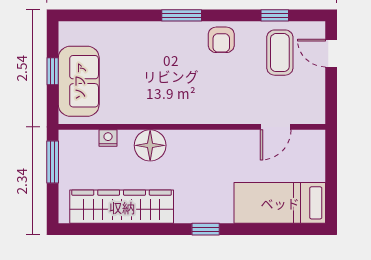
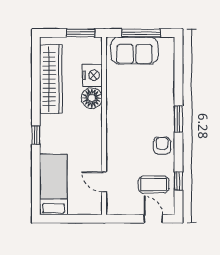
armchair: (221, 40) -> (162, 145), turned 90
door: (331, 53) -> (153, 219), hinge flipped
window: (53, 71) -> (141, 33), width x2.17
nightstand: (108, 138) -> (92, 75), width x1.89, depth x1.79

